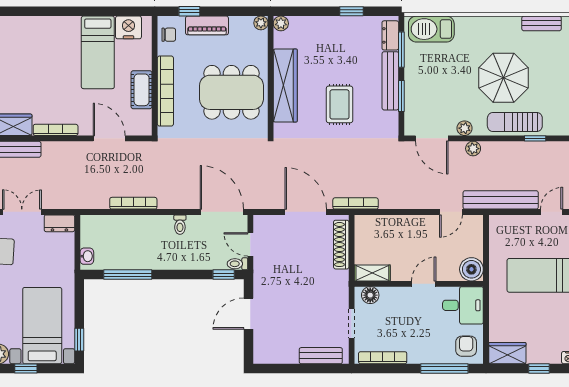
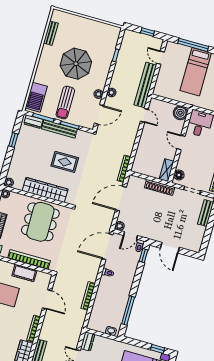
sun lounger: (515, 122) -> (65, 103), moved
door: (109, 138) -> (47, 299), swing flipped
plant: (261, 222) -> (120, 226), added
shoe rack: (341, 245) -> (160, 187), moved

